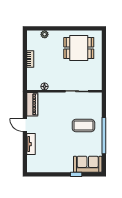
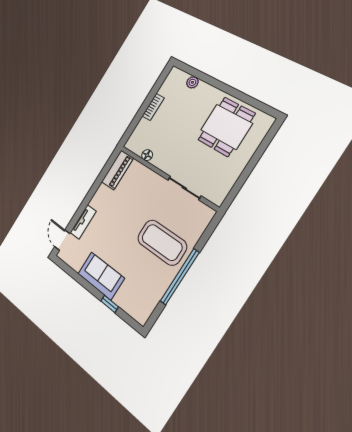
dining table: (79, 48) -> (226, 127), turned 90
door: (25, 125) -> (62, 240), moved
coffee table: (83, 125) -> (162, 242), width x1.36, depth x1.32
sofa: (88, 164) -> (101, 276), moved

